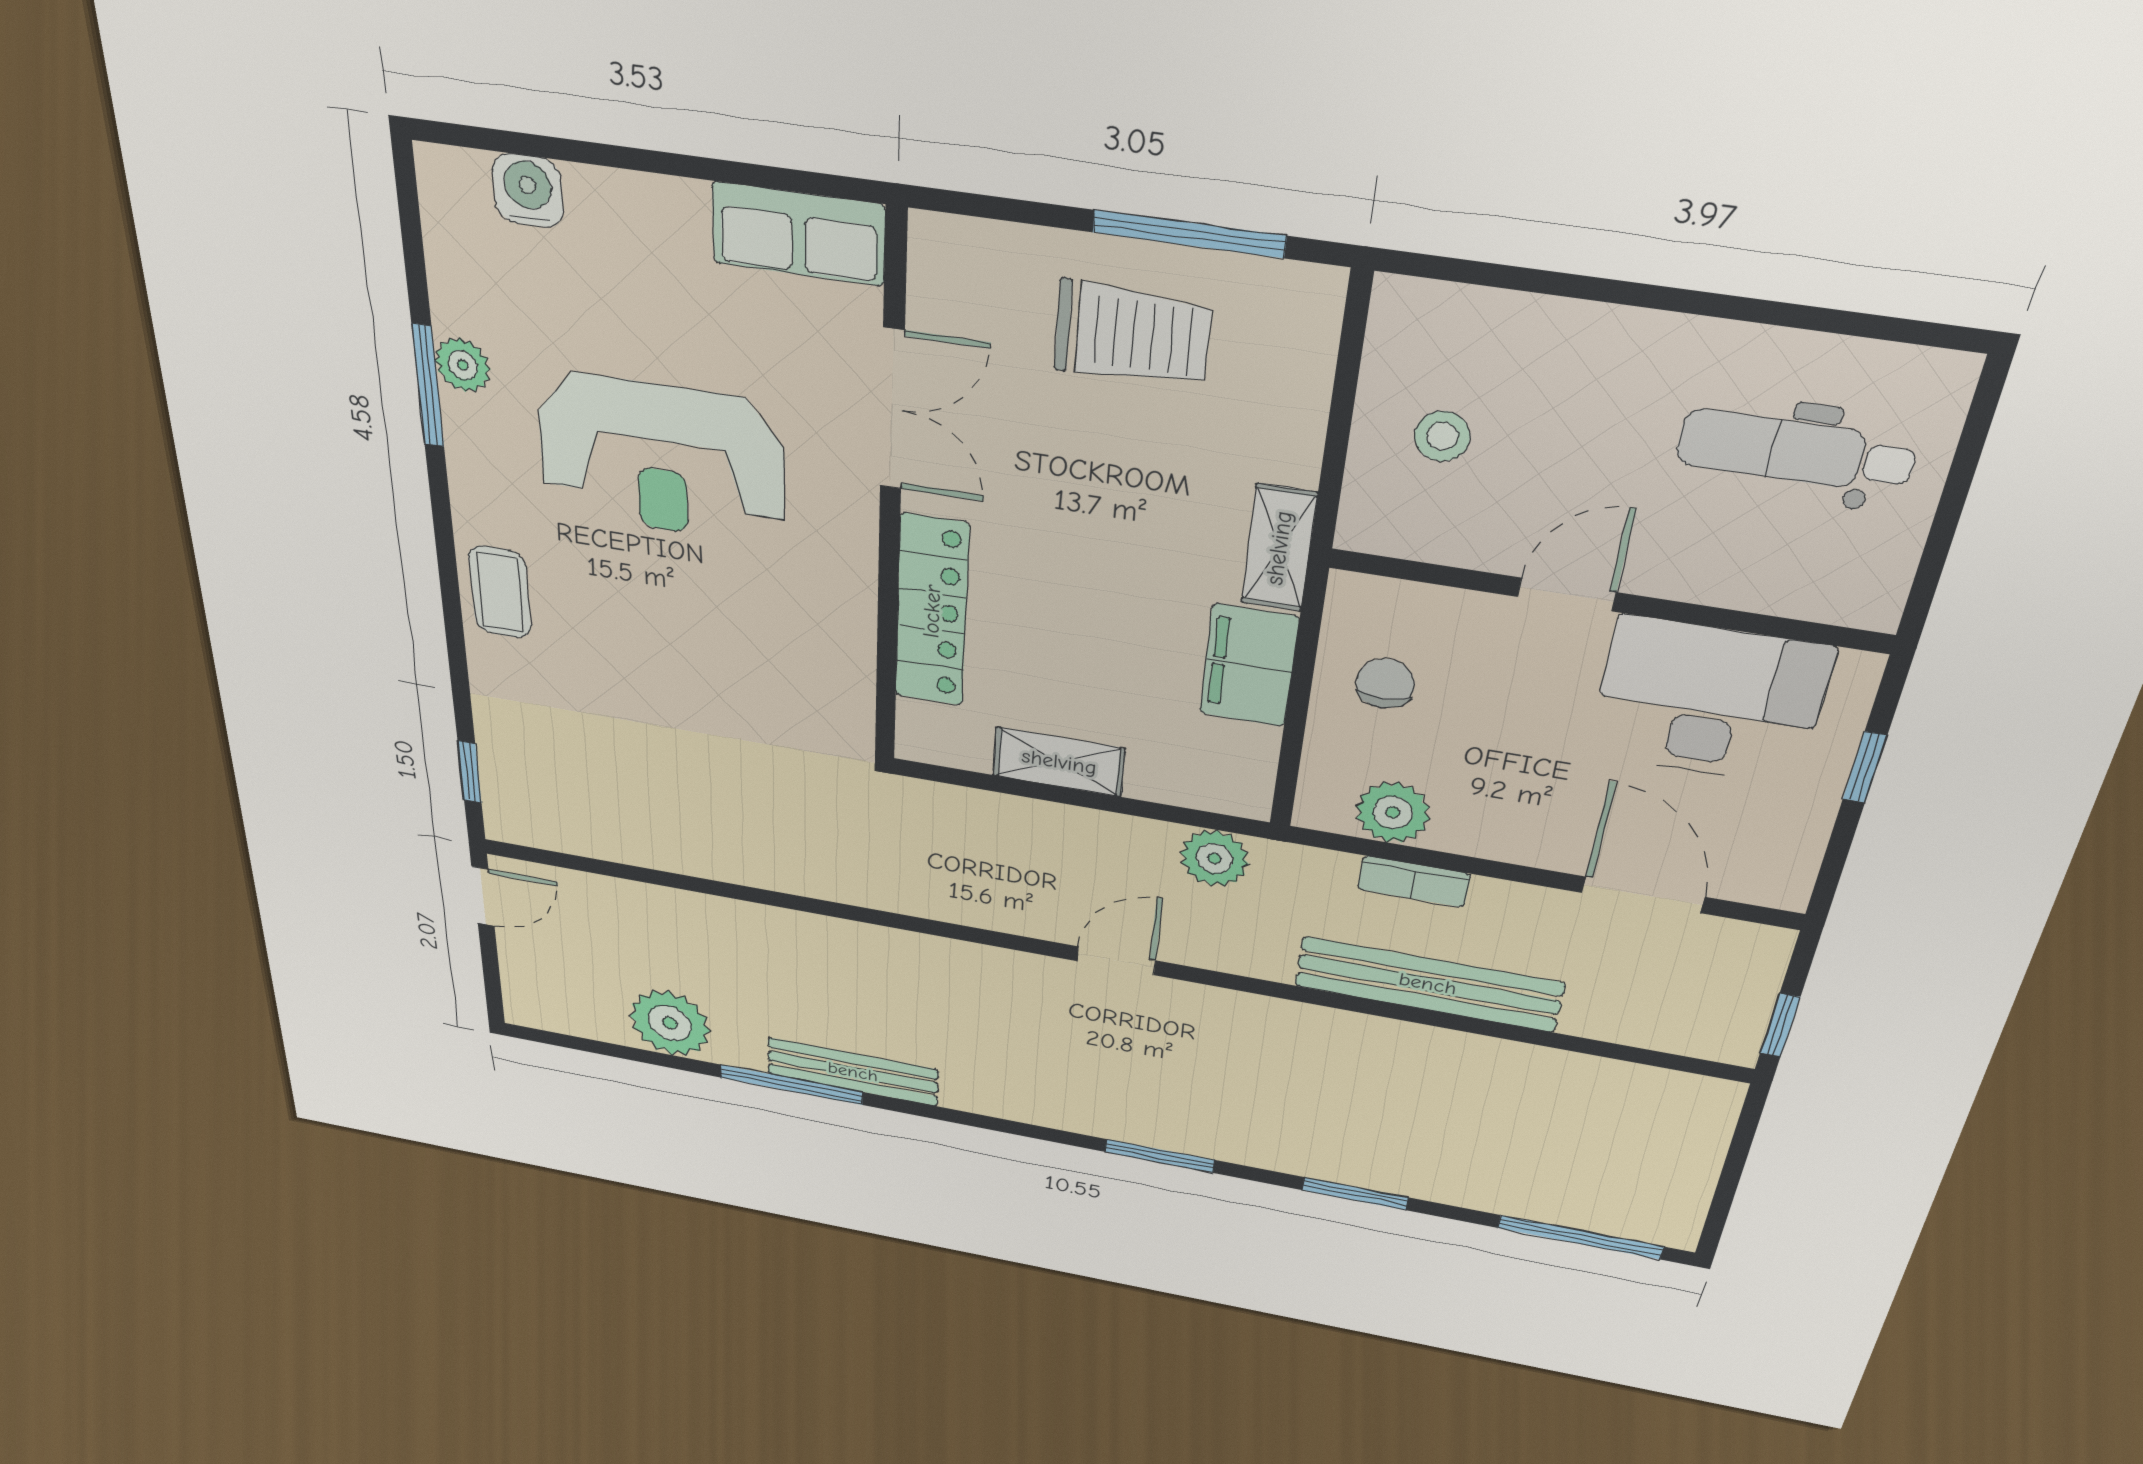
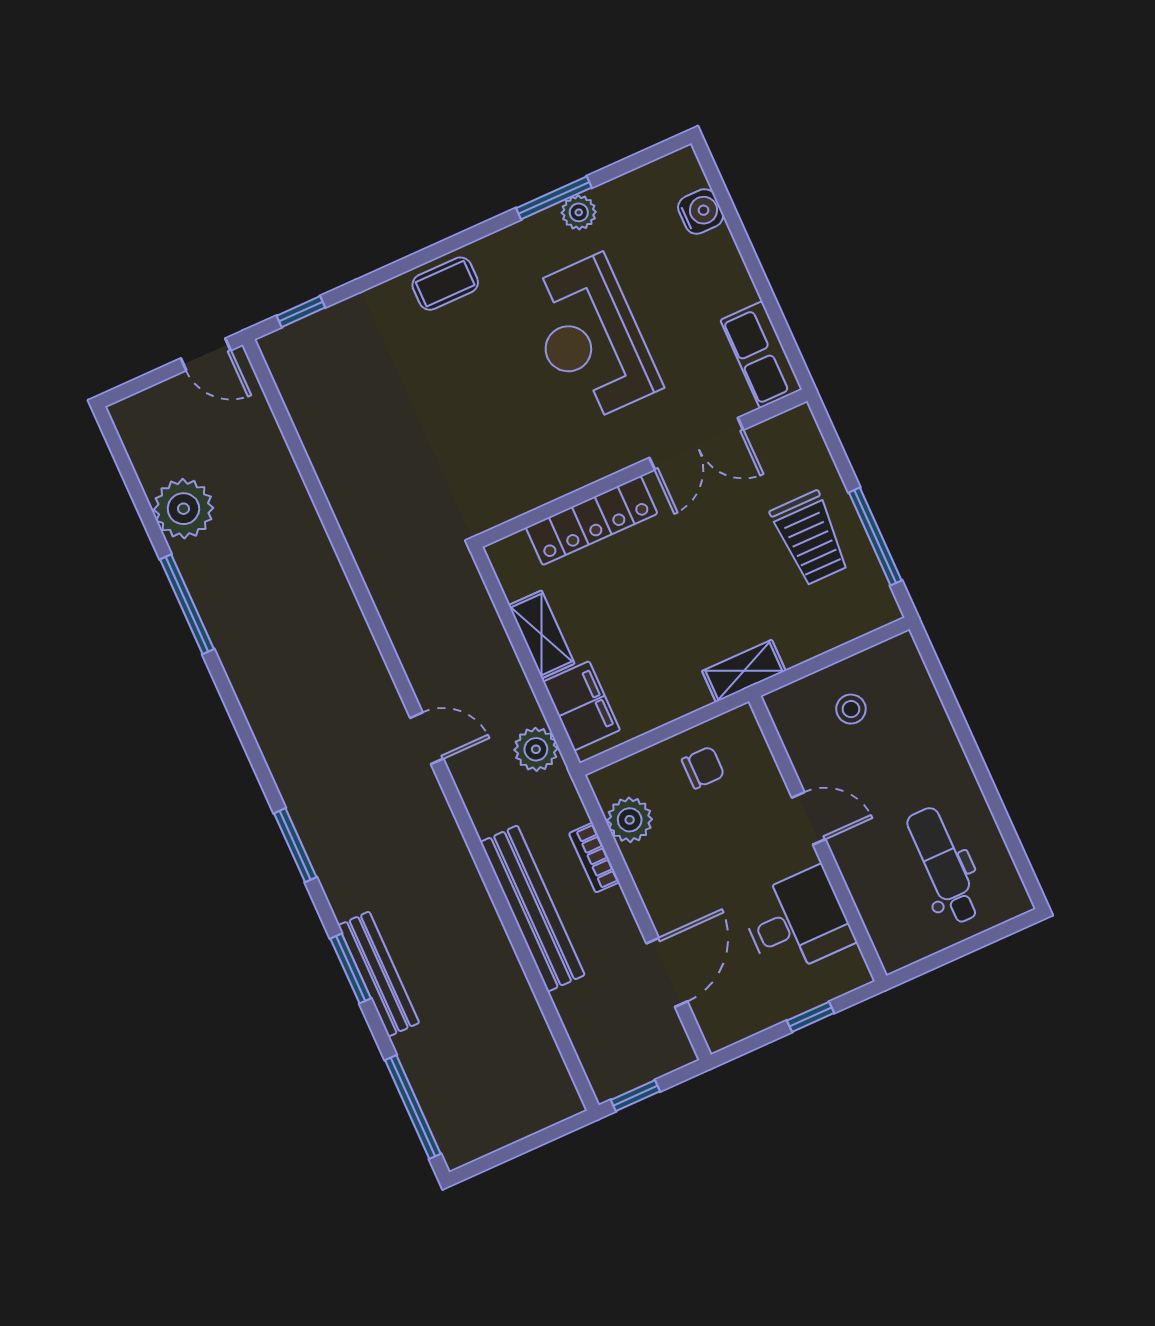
filing cabinet: (1249, 666) -> (582, 706), moved, turned 90
desk: (1709, 701) -> (797, 922), width x0.73
bench: (853, 1072) -> (379, 974), moved

